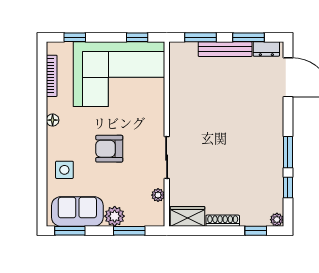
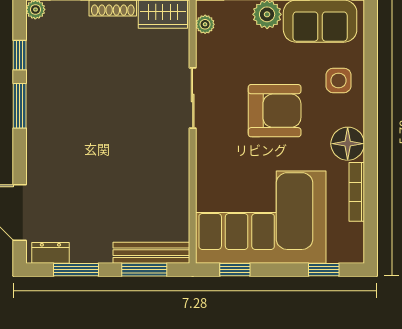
bench: (225, 49) -> (151, 253), moved
bookcase: (52, 76) -> (357, 192), moved
floor lamp: (53, 120) -> (348, 144), width x1.89, depth x1.89
armchair: (109, 149) -> (275, 111), width x1.36, depth x1.36
plant: (158, 195) -> (205, 24), moved

